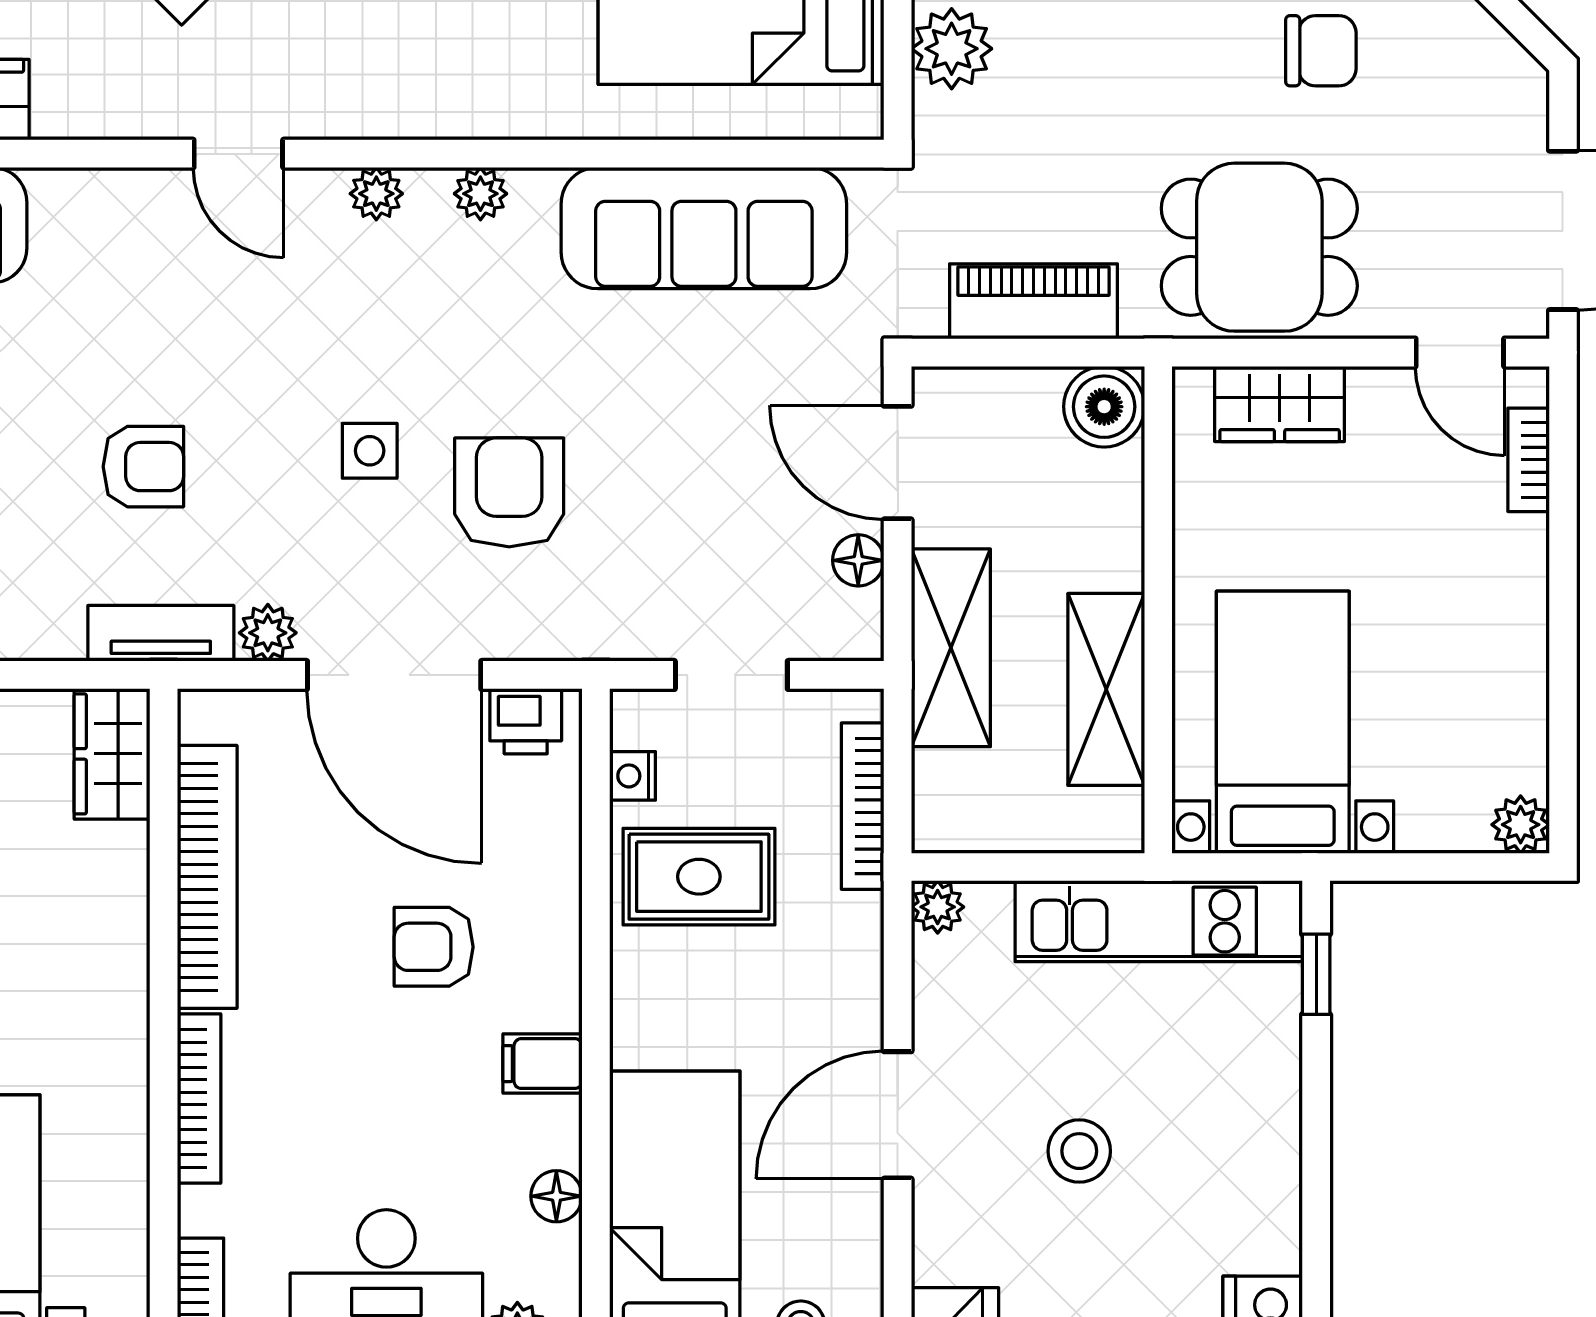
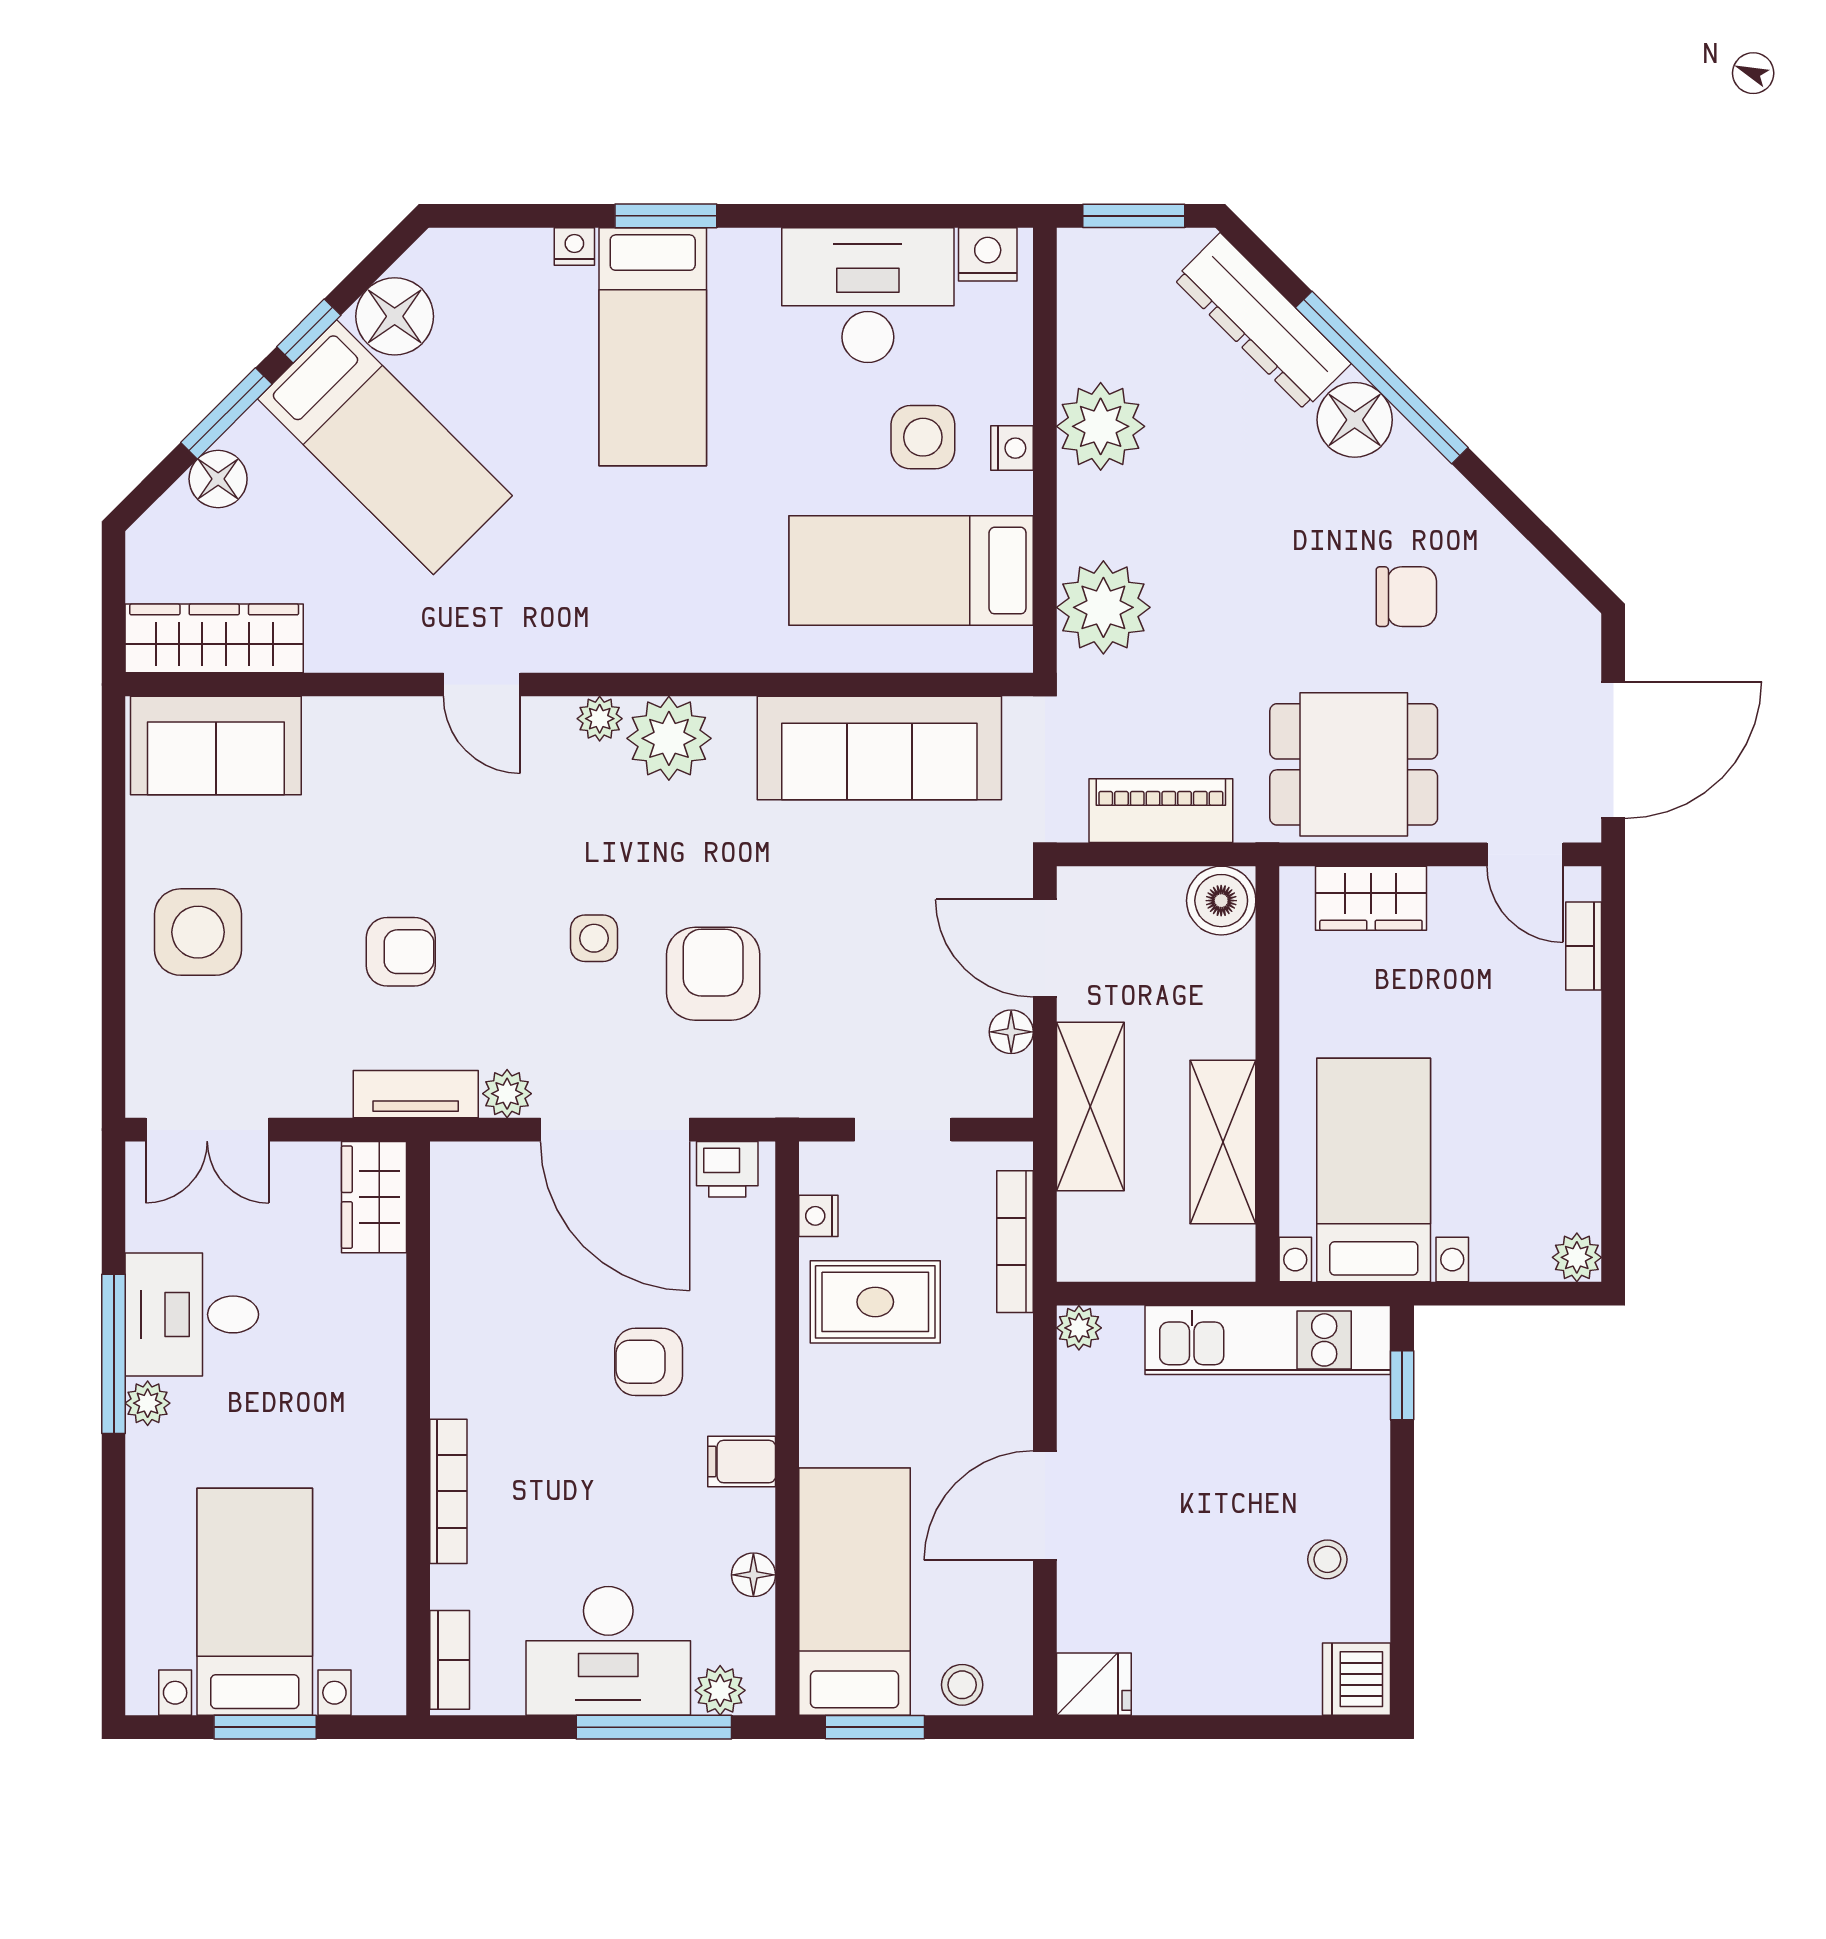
plant: (952, 49) -> (1103, 607), width x1.36, depth x1.36
plant: (480, 194) -> (669, 738), width x1.88, depth x1.88
bookcase: (207, 877) -> (455, 1302), removed
stool: (1079, 1151) -> (1327, 1559), moved, width x0.73, depth x0.73

